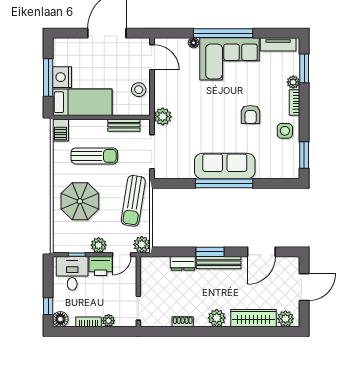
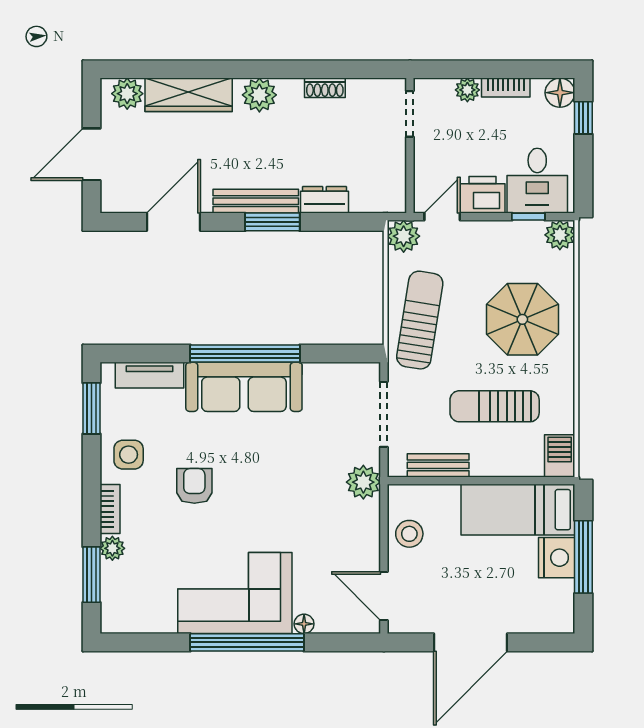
tv unit: (278, 44) -> (150, 375), moved, turned 180
plant: (99, 245) -> (560, 235), moved

